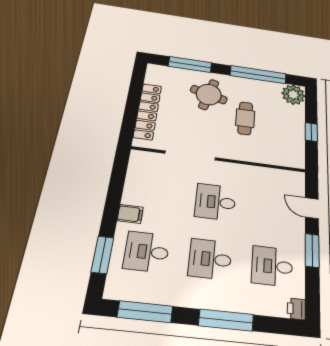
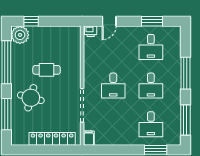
window: (311, 132) -> (31, 21), moved
filing cabinet: (130, 214) -> (89, 138), moved
window: (312, 250) -> (152, 21), moved
printer: (296, 309) -> (91, 31), moved

